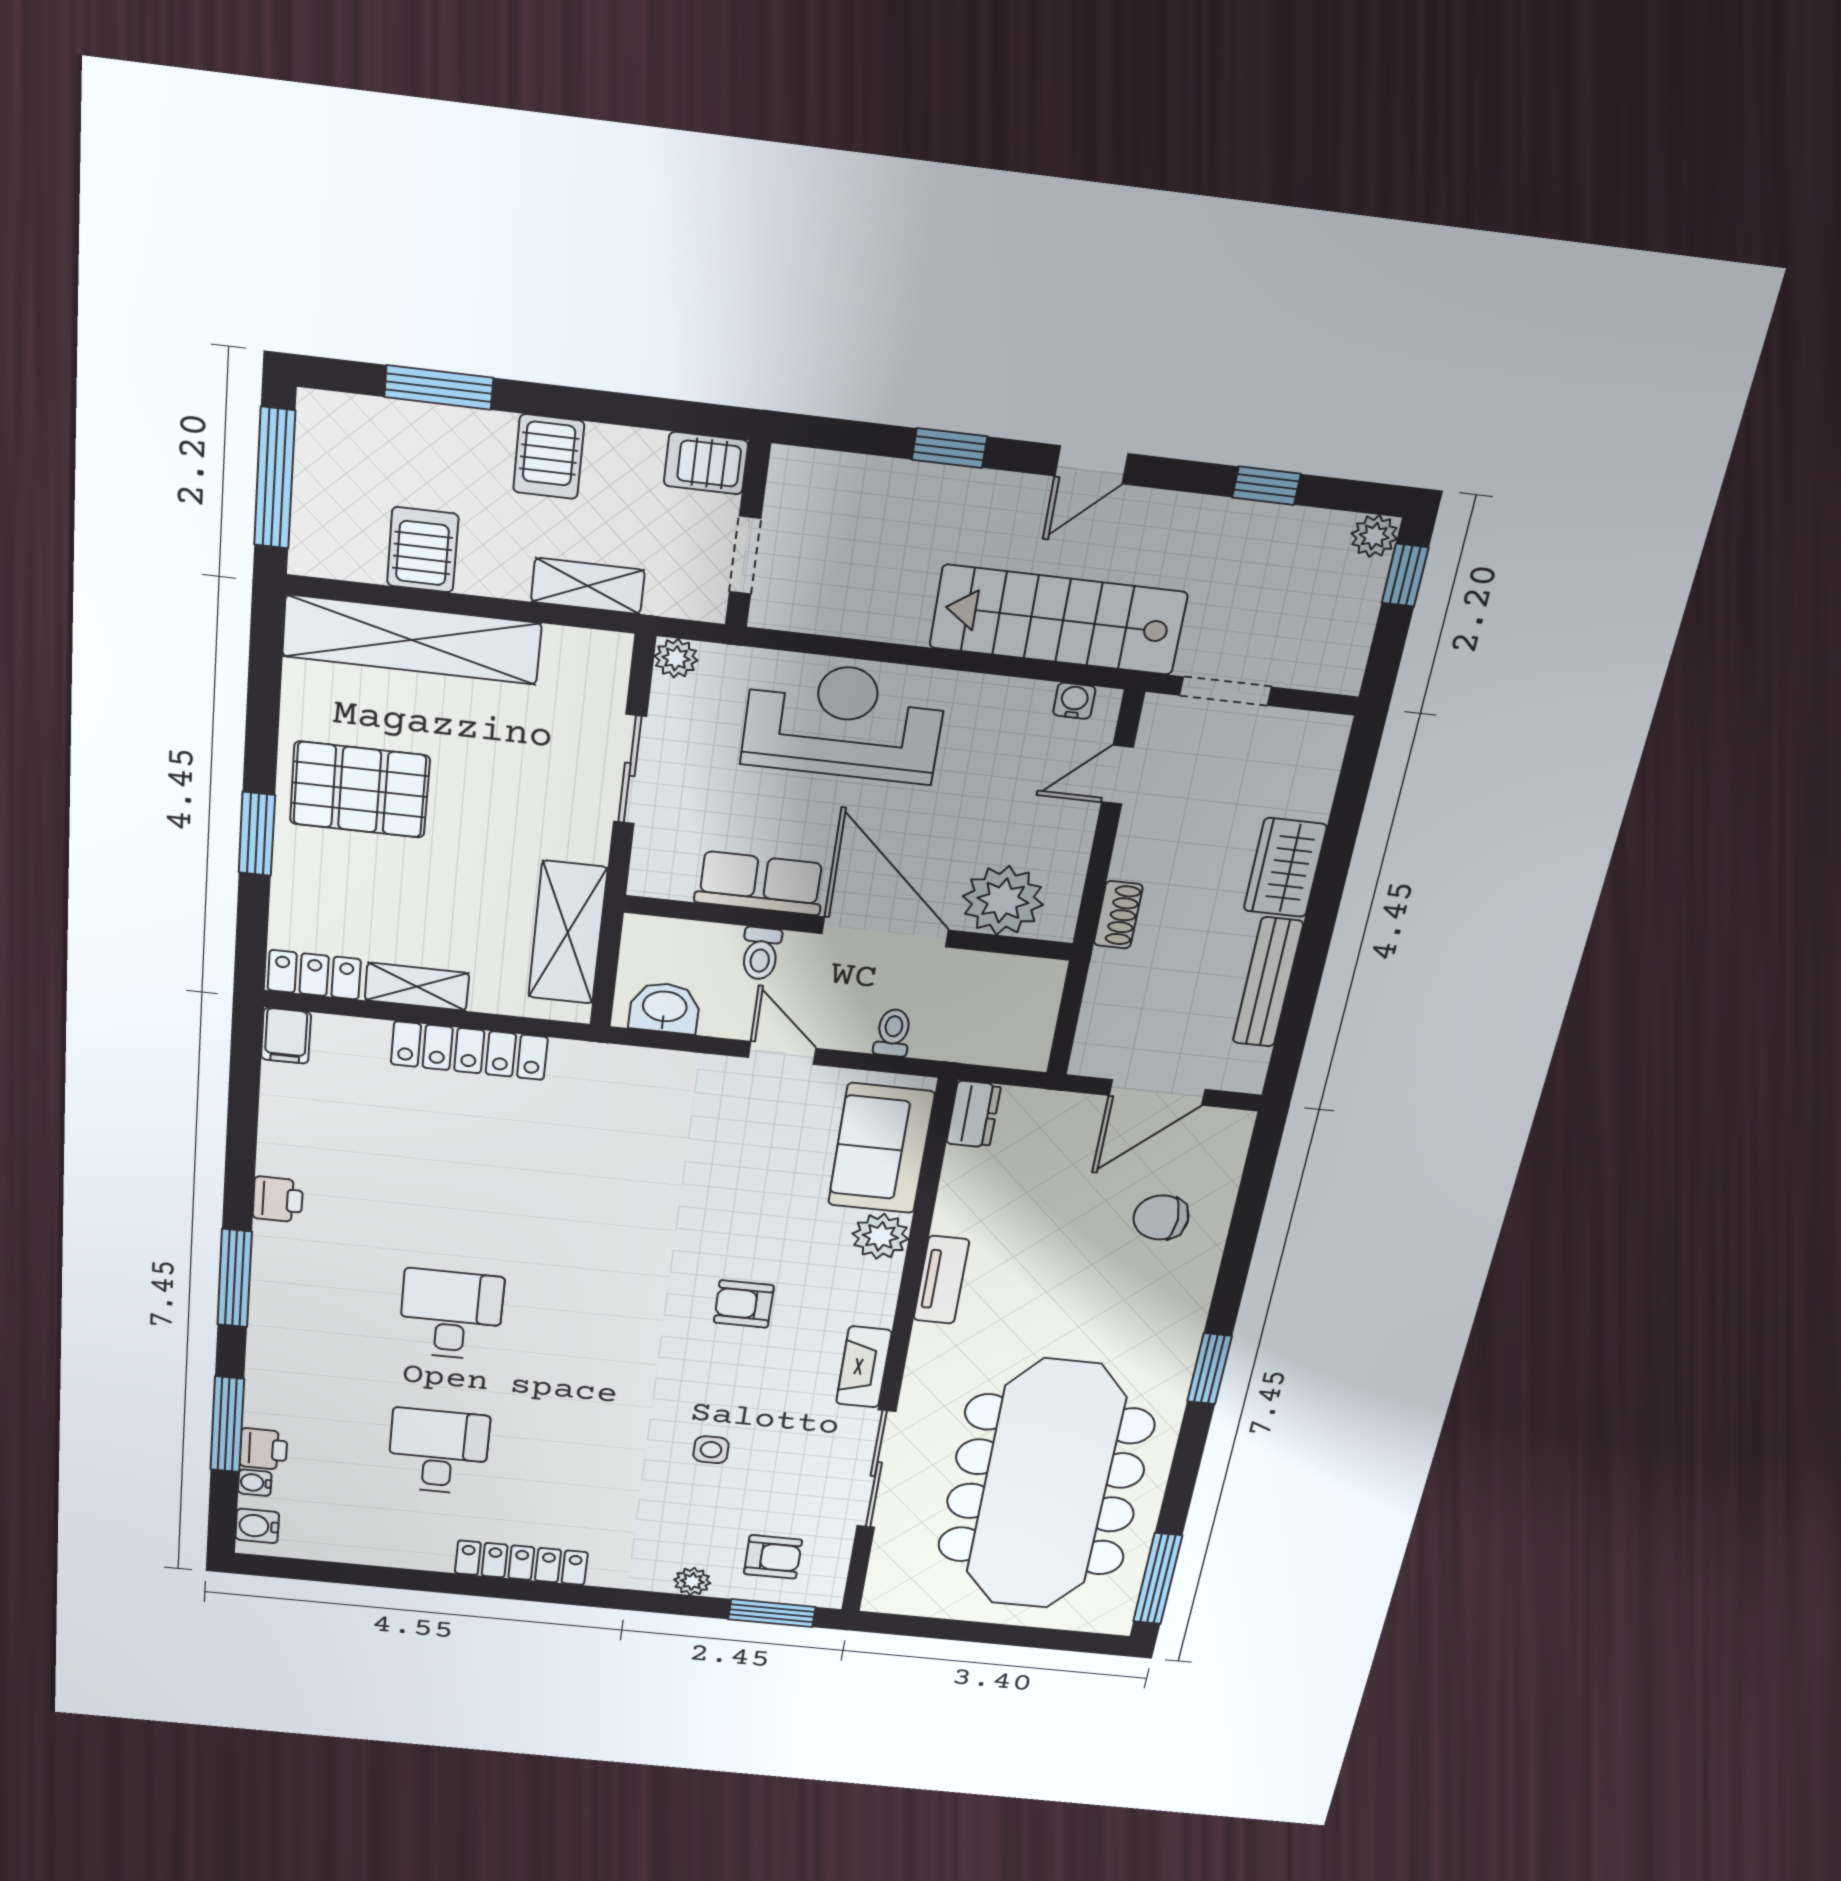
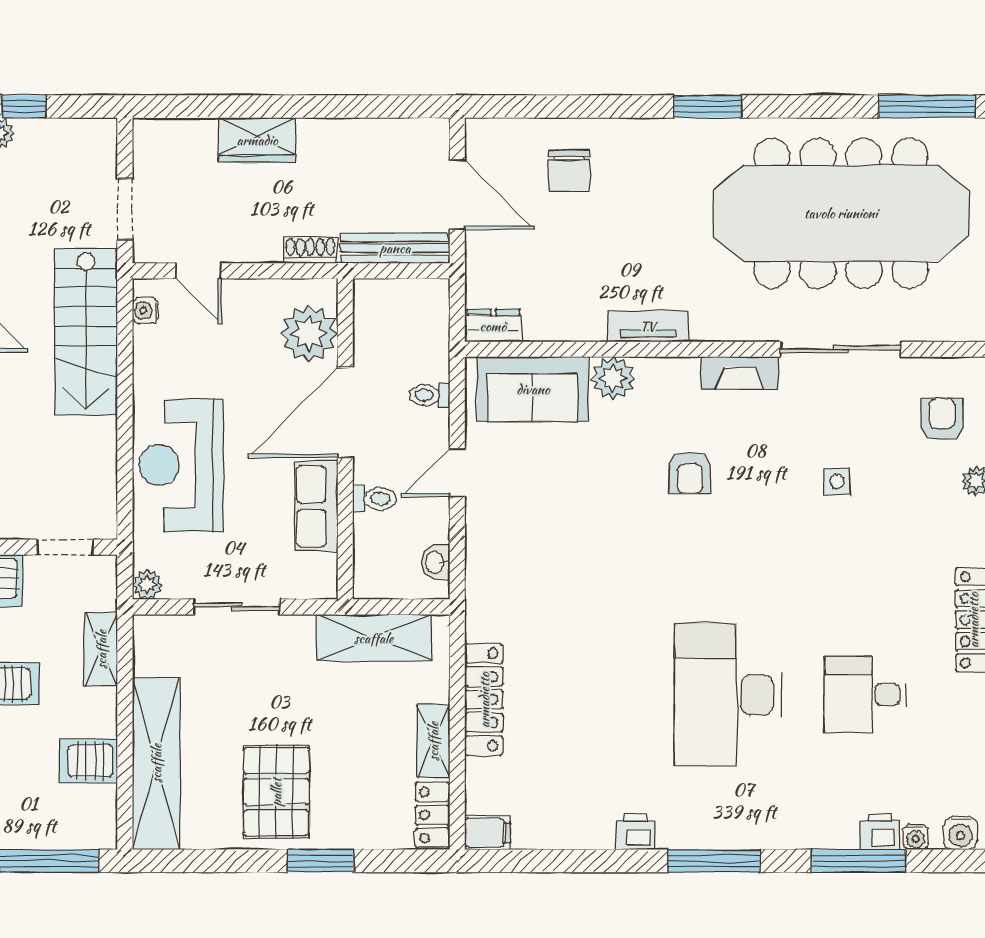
bench: (1268, 982) -> (395, 248), moved
washbasin: (665, 1008) -> (435, 562), width x0.72, depth x0.69
desk: (451, 1315) -> (728, 695), width x1.87, depth x1.30

